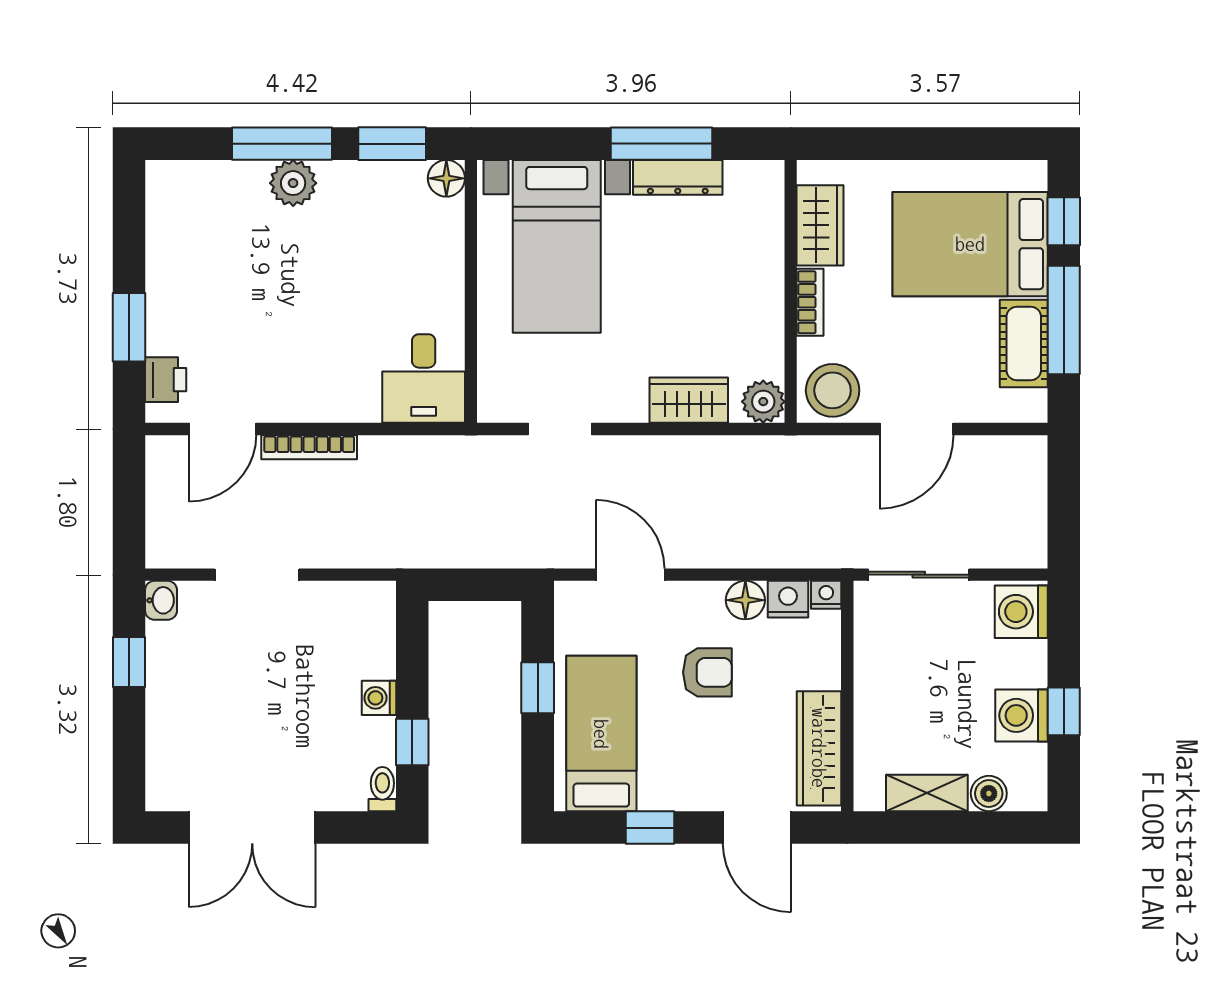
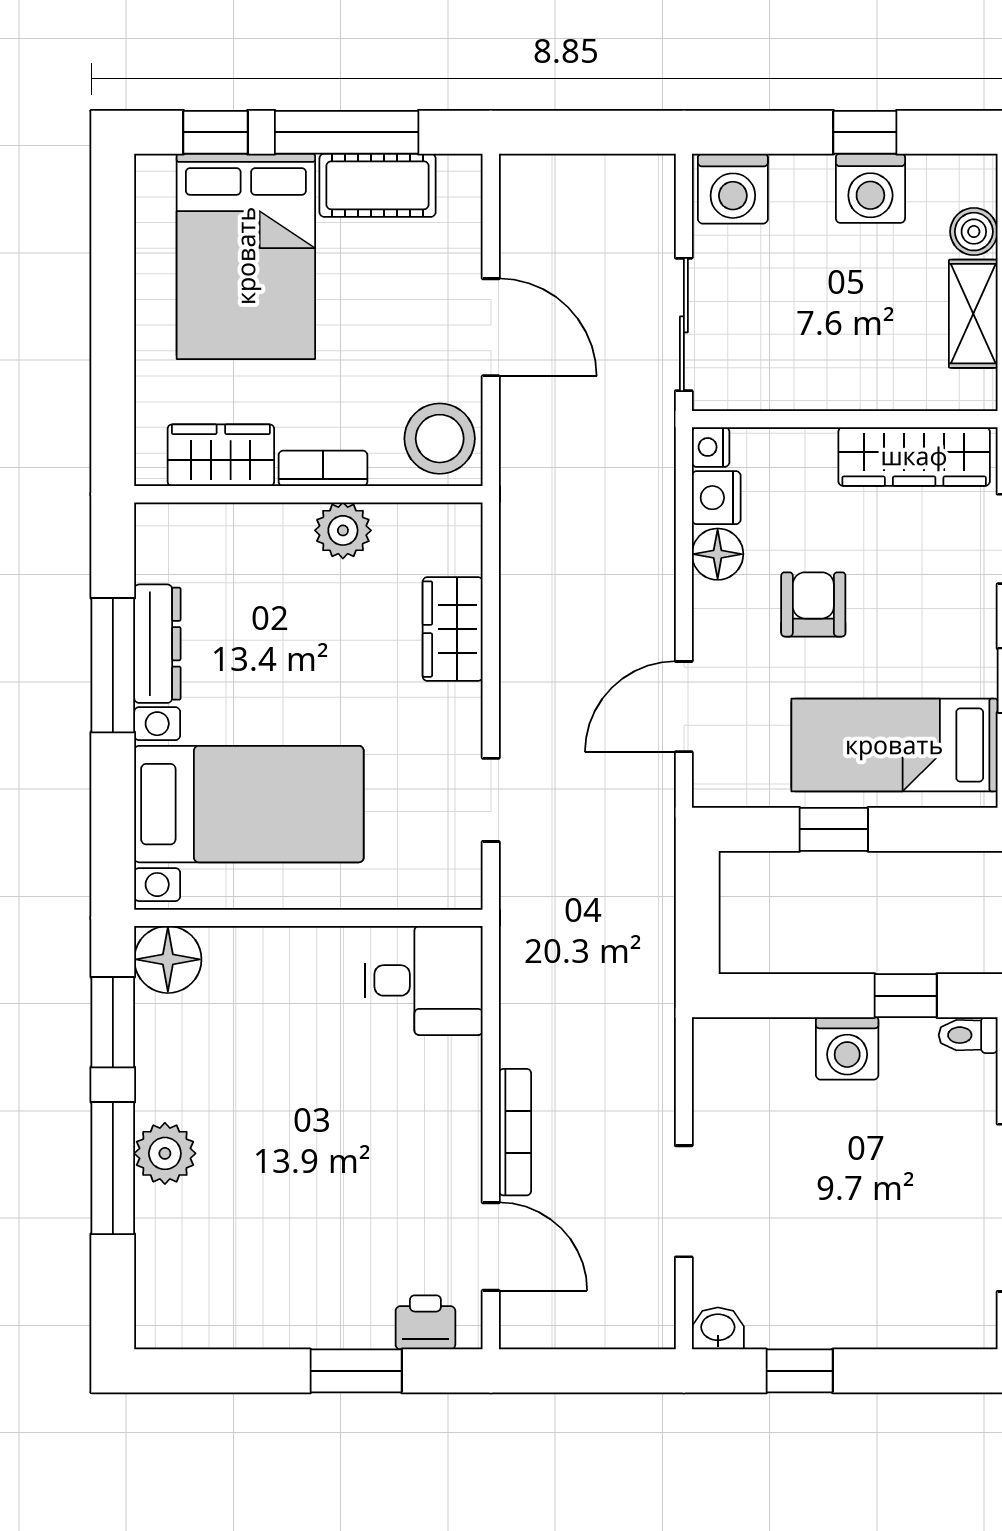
floor lamp: (446, 178) -> (168, 959), width x1.38, depth x1.38
plant: (763, 402) -> (343, 530), moved
washing machine: (379, 698) -> (847, 1048), width x1.38, depth x1.38

